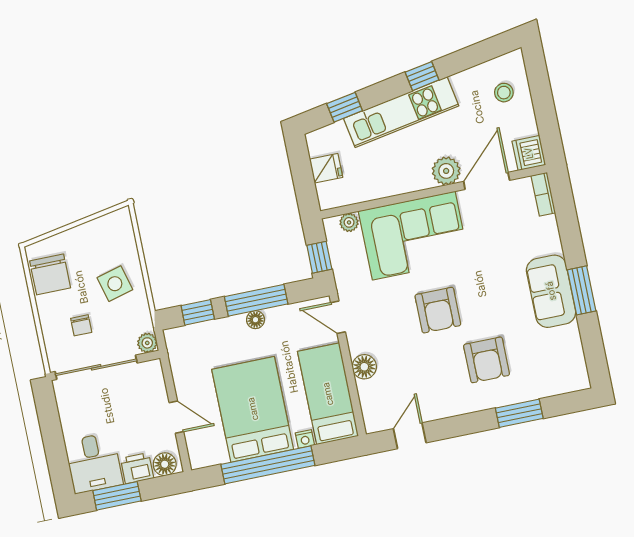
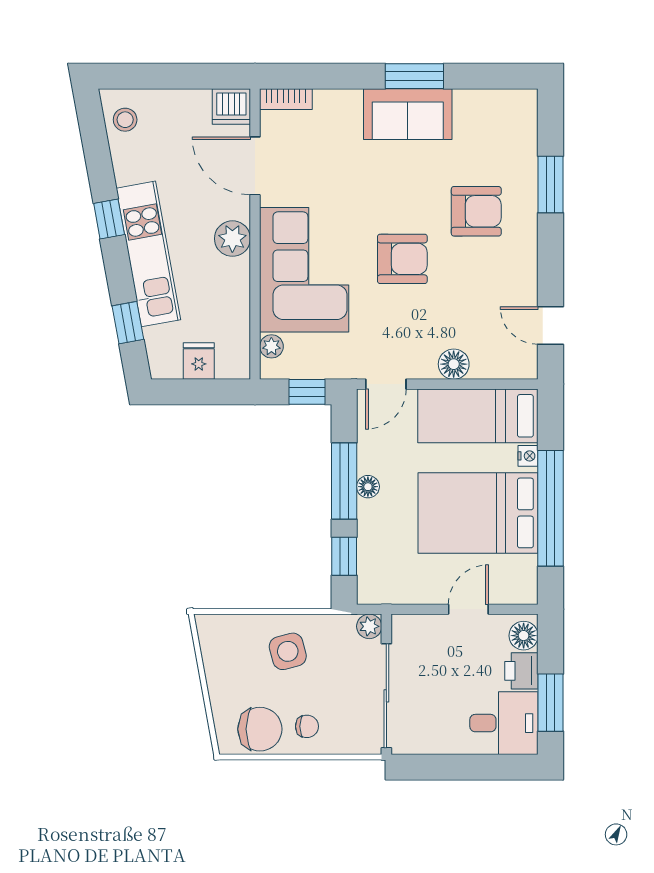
stool: (504, 93) -> (125, 120), moved
plant: (446, 171) -> (232, 239), moved
chair: (81, 325) -> (307, 726), moved

